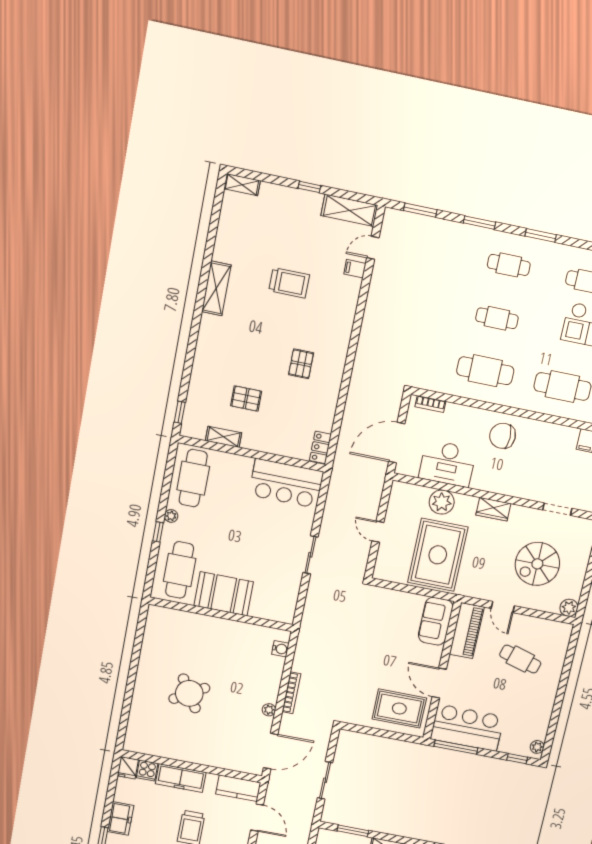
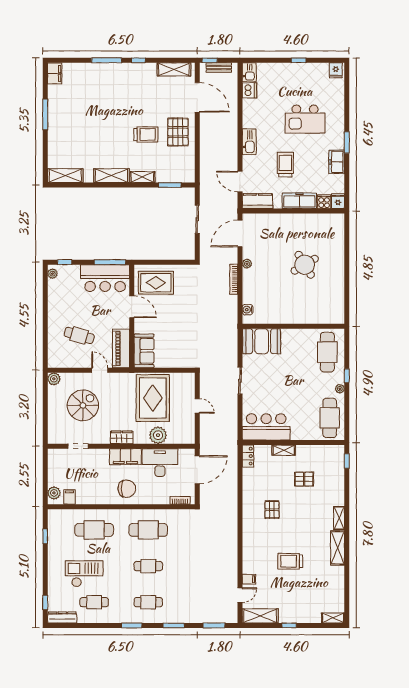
shelving: (206, 332) -> (339, 518), added
shelving: (224, 437) -> (284, 450), moved
filing cabinet: (494, 481) -> (125, 457), added
booth: (224, 594) -> (262, 341), moved

